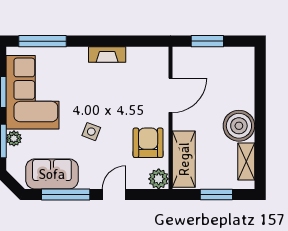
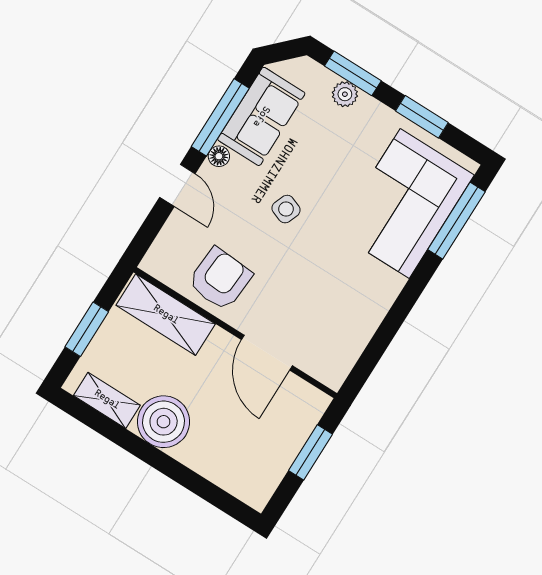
fireplace: (107, 54) -> (380, 300), removed
corner sofa: (32, 92) -> (405, 203), moved, turned 90
armchair: (148, 143) -> (220, 279), turned -86
plant: (159, 179) -> (160, 262), removed
floor lamp: (86, 183) -> (219, 156), added

